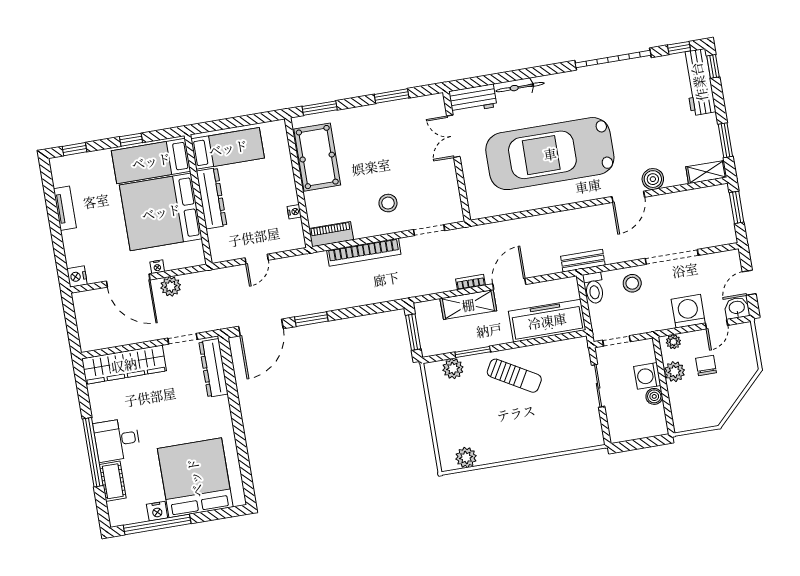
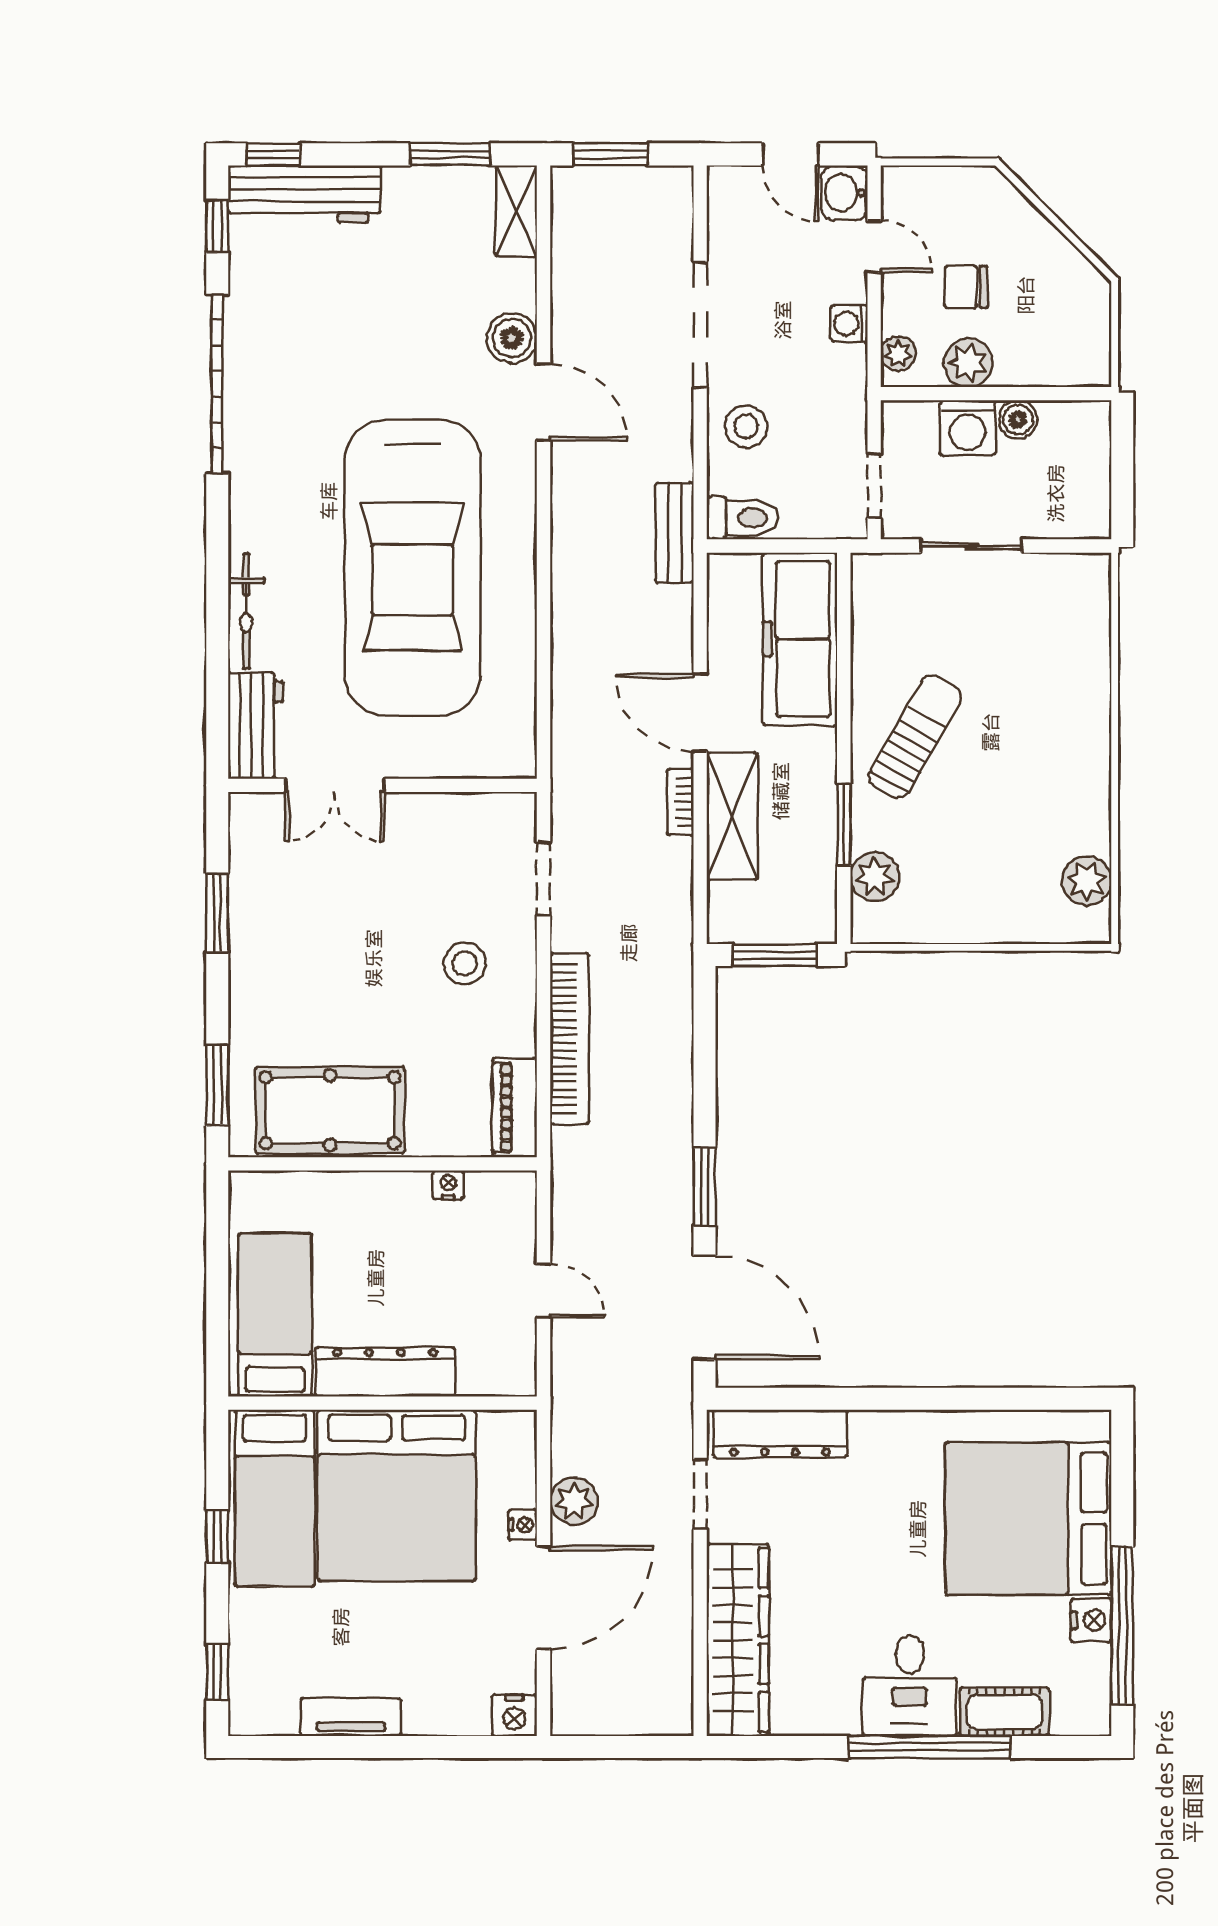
washing machine: (688, 311) -> (849, 324), width x0.53, depth x0.53

